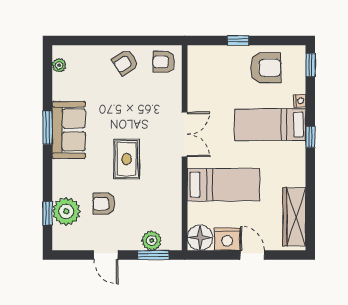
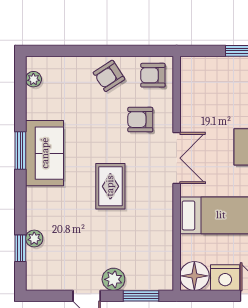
armchair: (104, 204) -> (140, 120), moved
plant: (66, 211) -> (34, 238), width x0.53, depth x0.53
plant: (152, 241) -> (113, 279), moved

